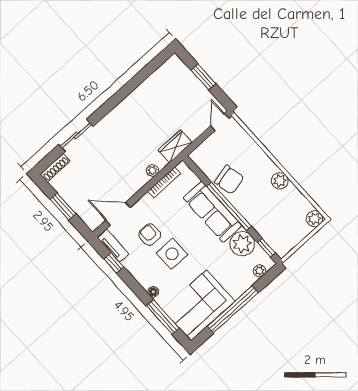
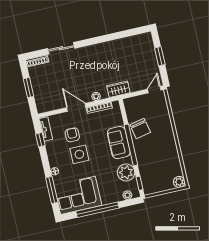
plant: (280, 181) -> (171, 147), removed
sofa: (212, 212) -> (119, 143), width x0.73
door: (118, 214) -> (76, 107), moved

